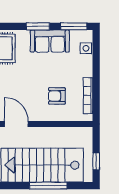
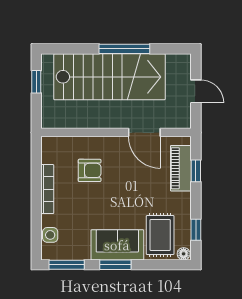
sofa: (50, 41) -> (117, 245), moved
bookcase: (88, 96) -> (47, 189), moved
window: (48, 186) -> (124, 49), moved

